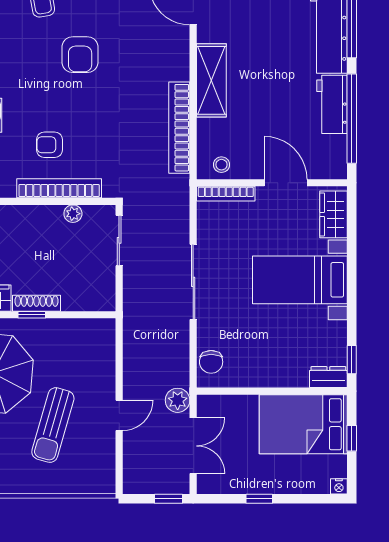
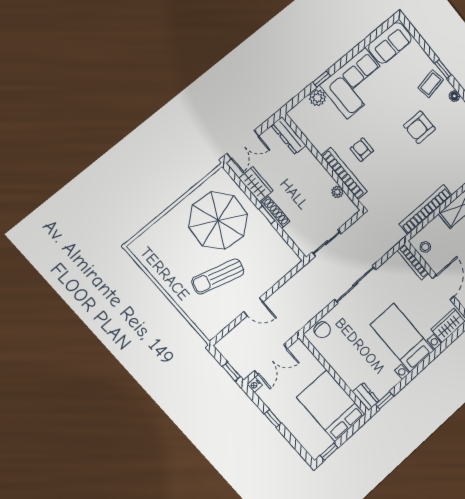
sliding door: (119, 240) -> (327, 243), moved
chair: (211, 362) -> (322, 330), turned -90
plant: (178, 400) -> (288, 330), removed
window: (352, 438) -> (329, 452), moved
nightstand: (339, 486) -> (255, 385), moved

